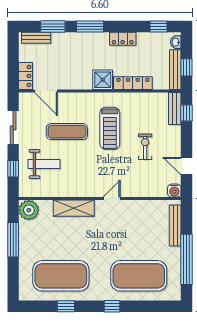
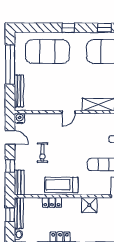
shower: (103, 80) -> (89, 205), moved
locker: (133, 83) -> (52, 202), width x0.66
window: (186, 113) -> (10, 166), moved
treadmill: (110, 128) -> (61, 185), moved, turned -90

